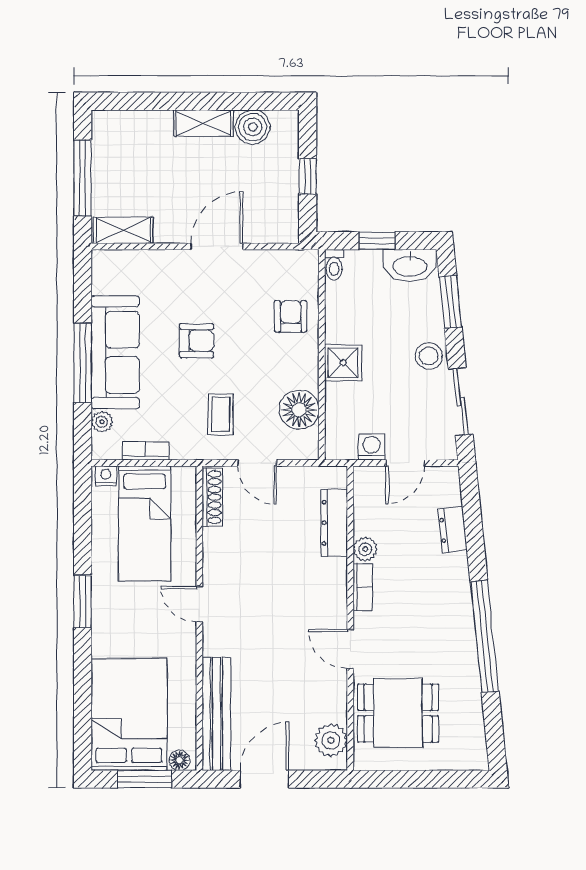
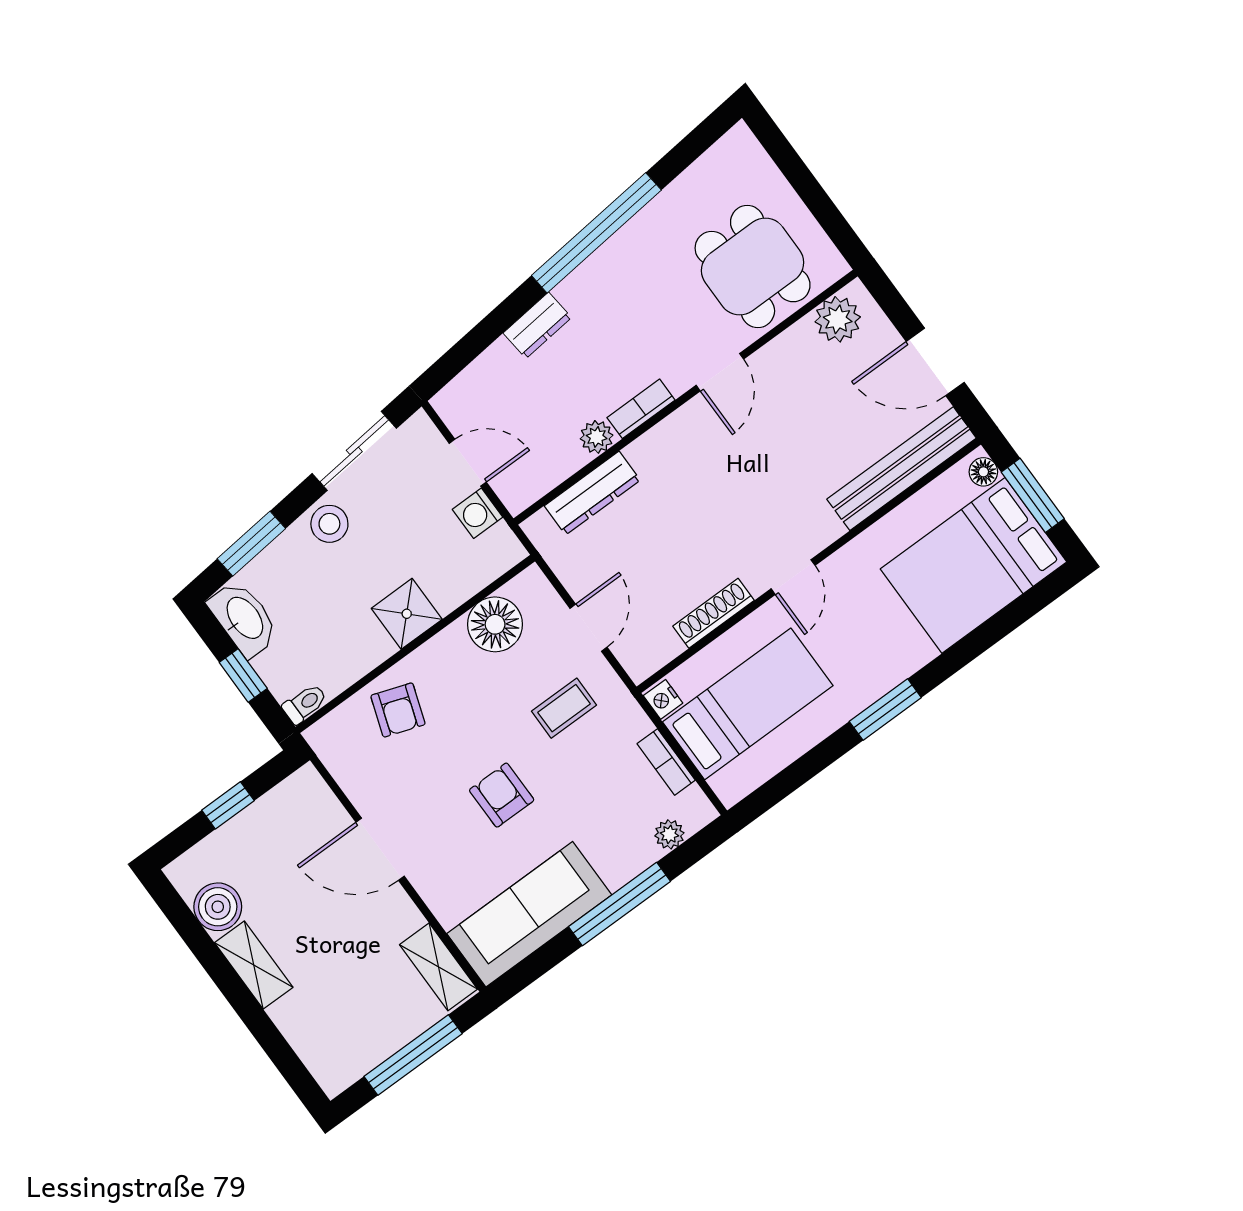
armchair: (291, 316) -> (398, 710), turned -71
sofa: (115, 352) -> (529, 914), moved
nightstand: (106, 476) -> (663, 699), moved
shoe rack: (212, 497) -> (714, 613), moved
dresser: (452, 529) -> (537, 325), moved

